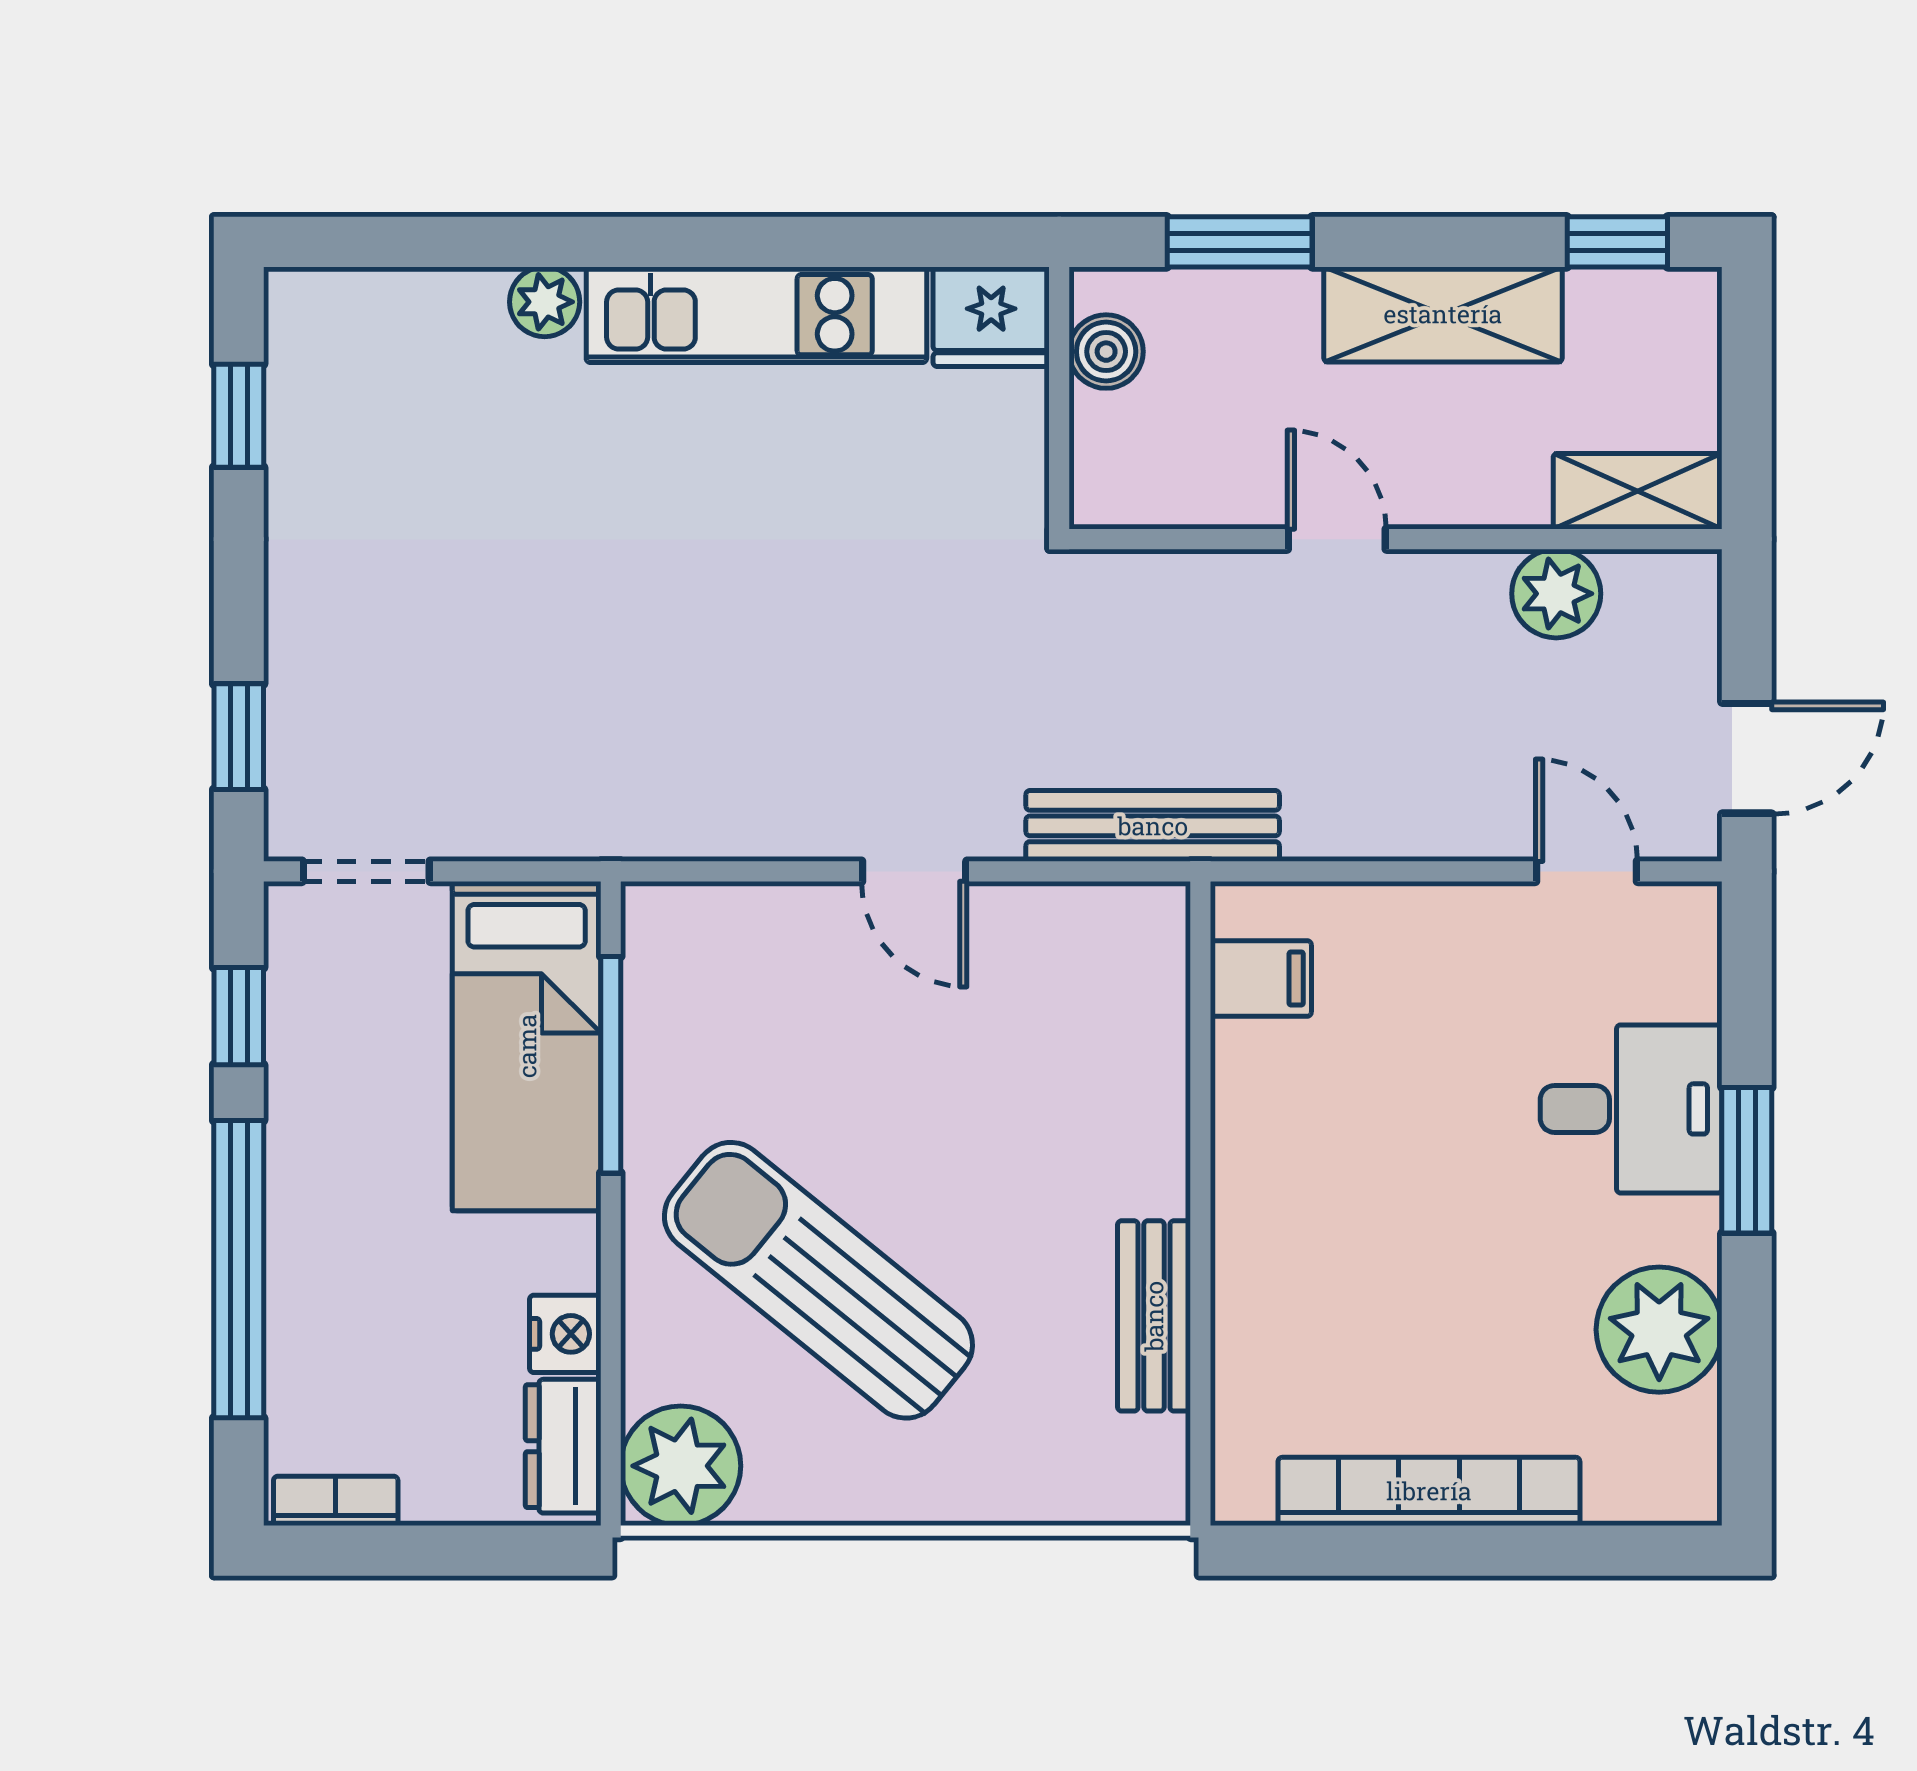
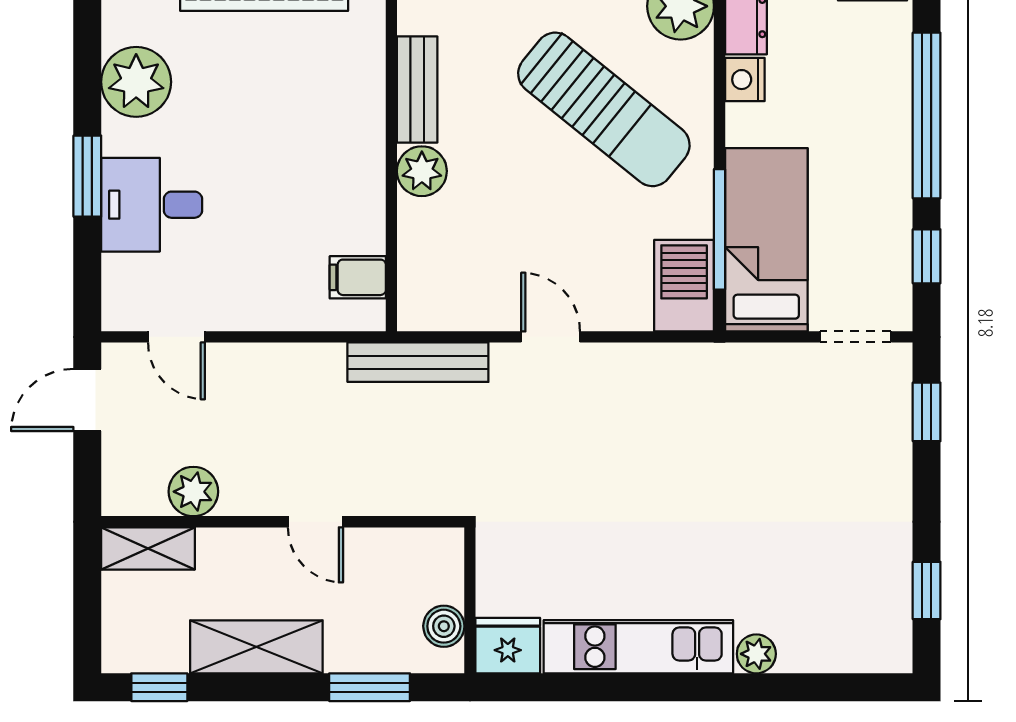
barbecue: (674, 964) -> (684, 286), added
plant: (1146, 1169) -> (422, 171), added

